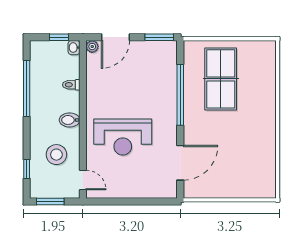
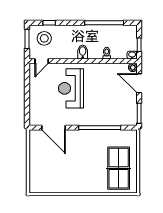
table tennis table: (221, 79) -> (119, 168), moved, turned 90
stool: (56, 155) -> (44, 38), moved

